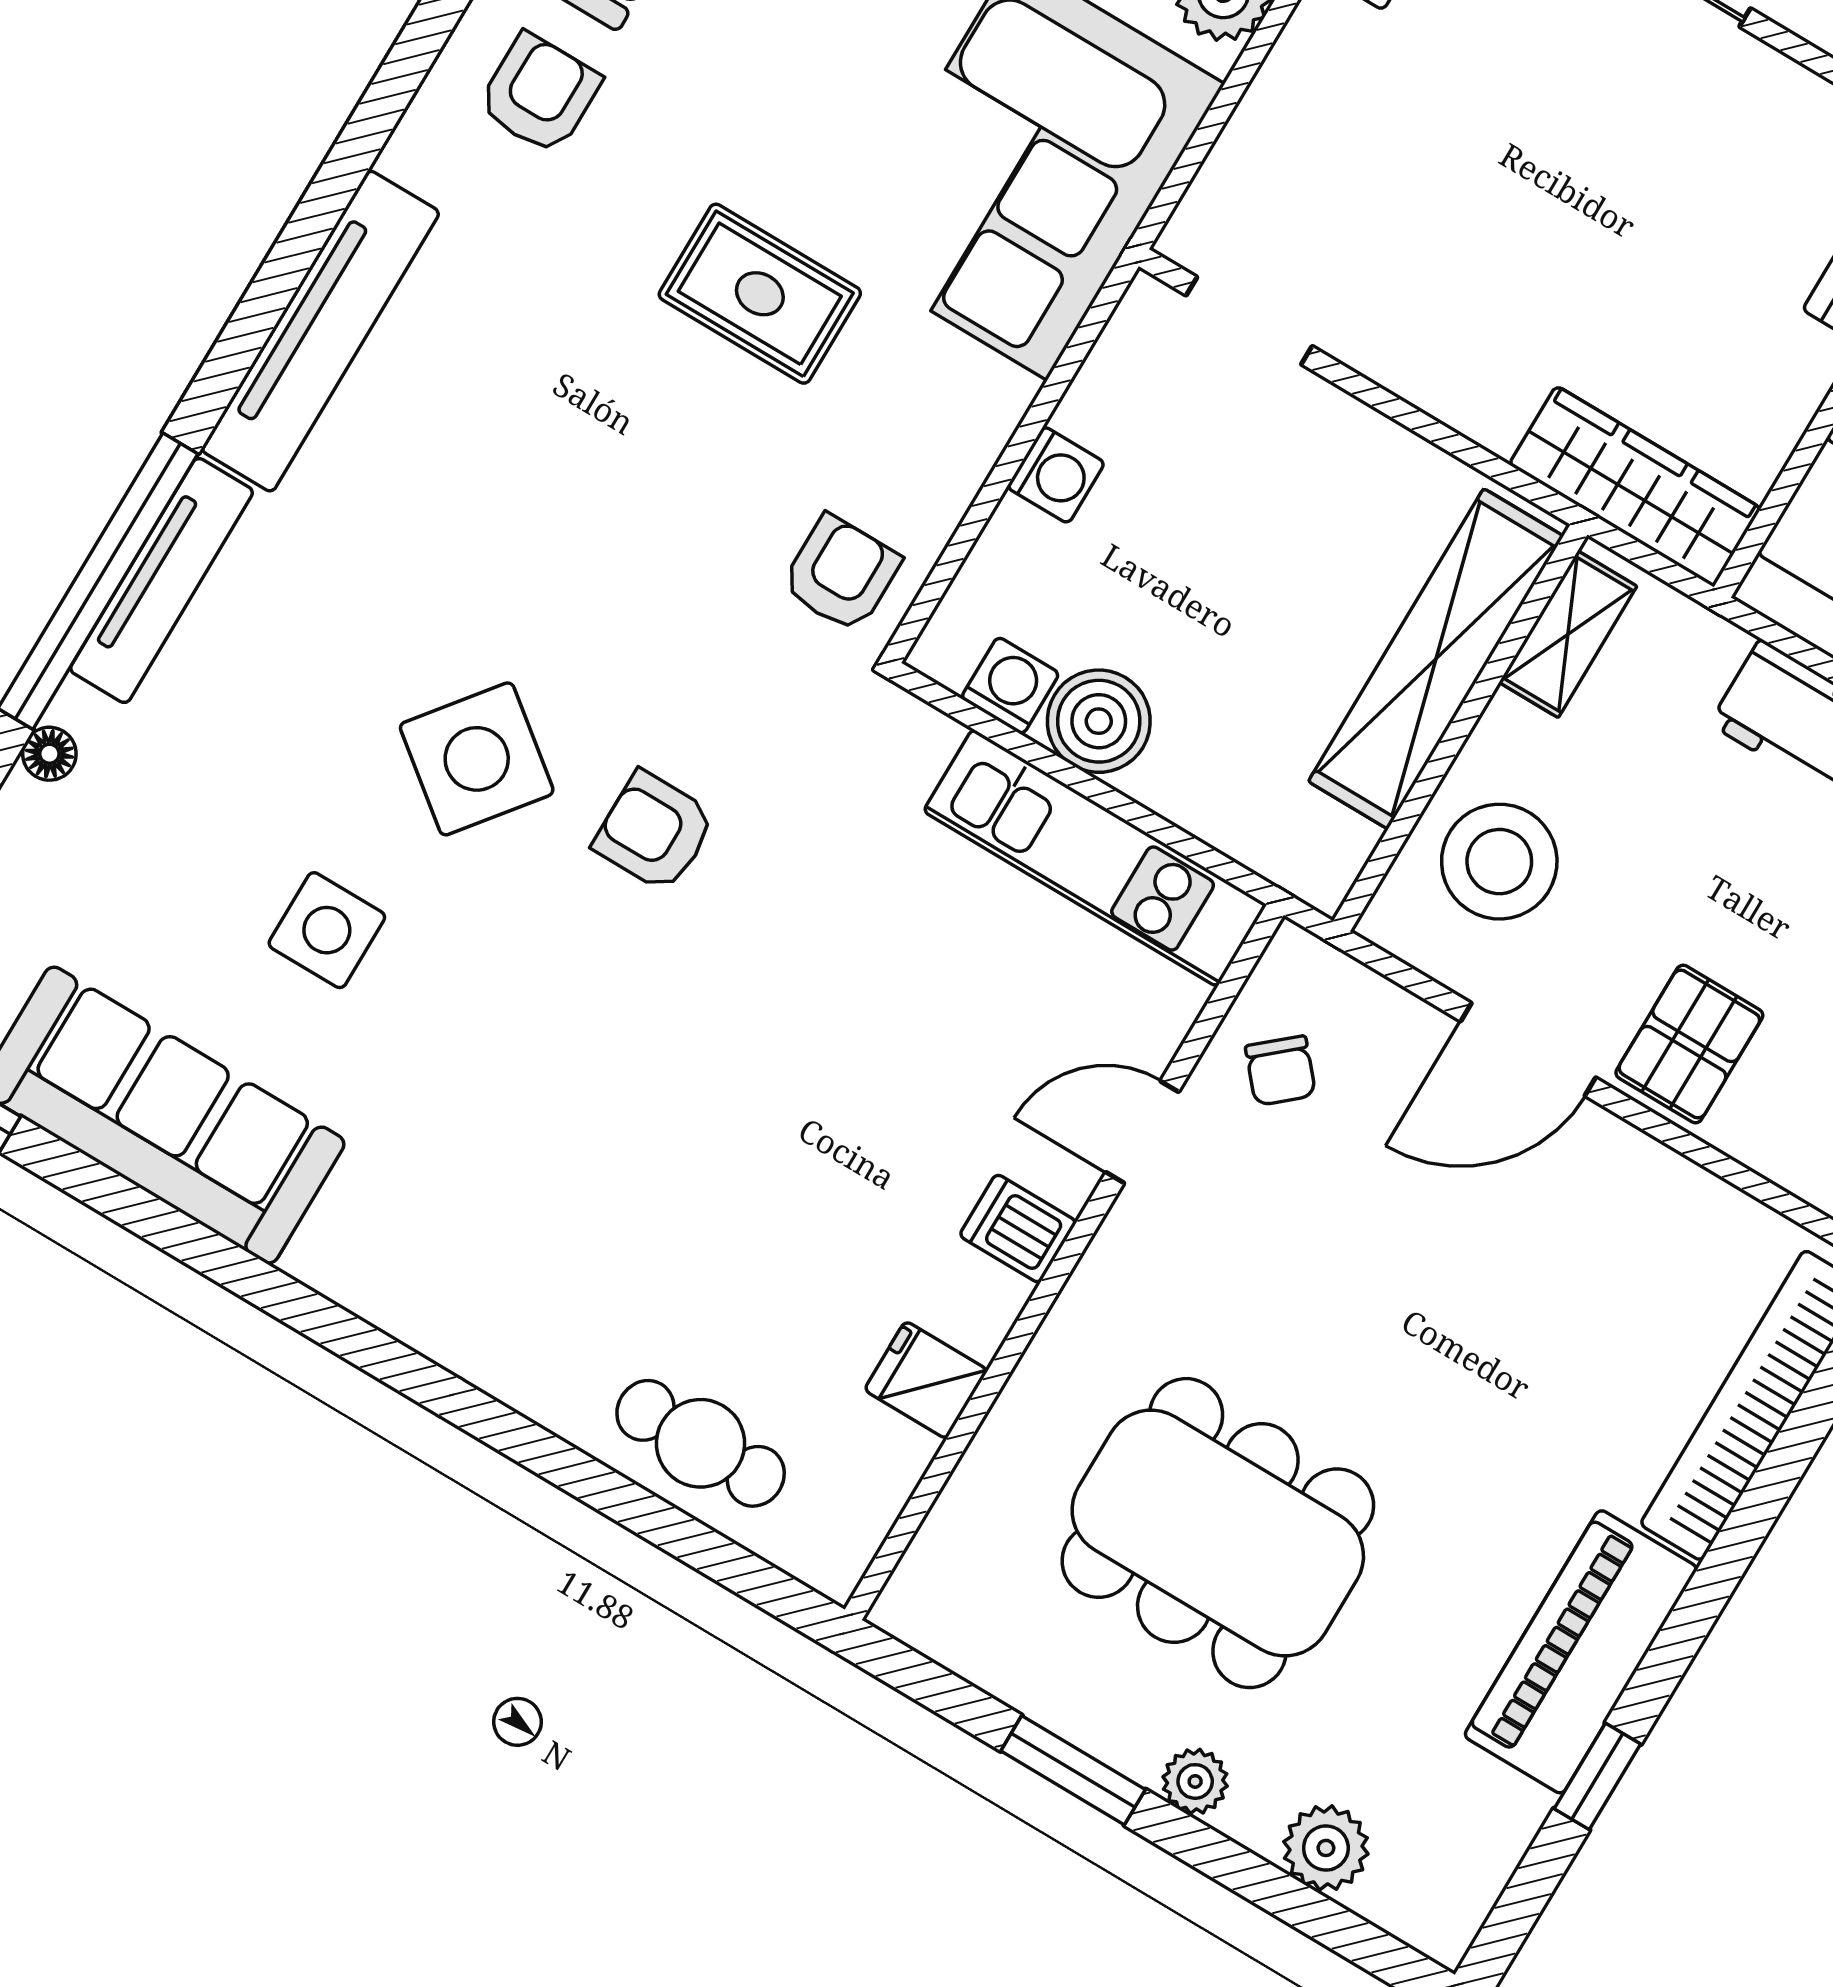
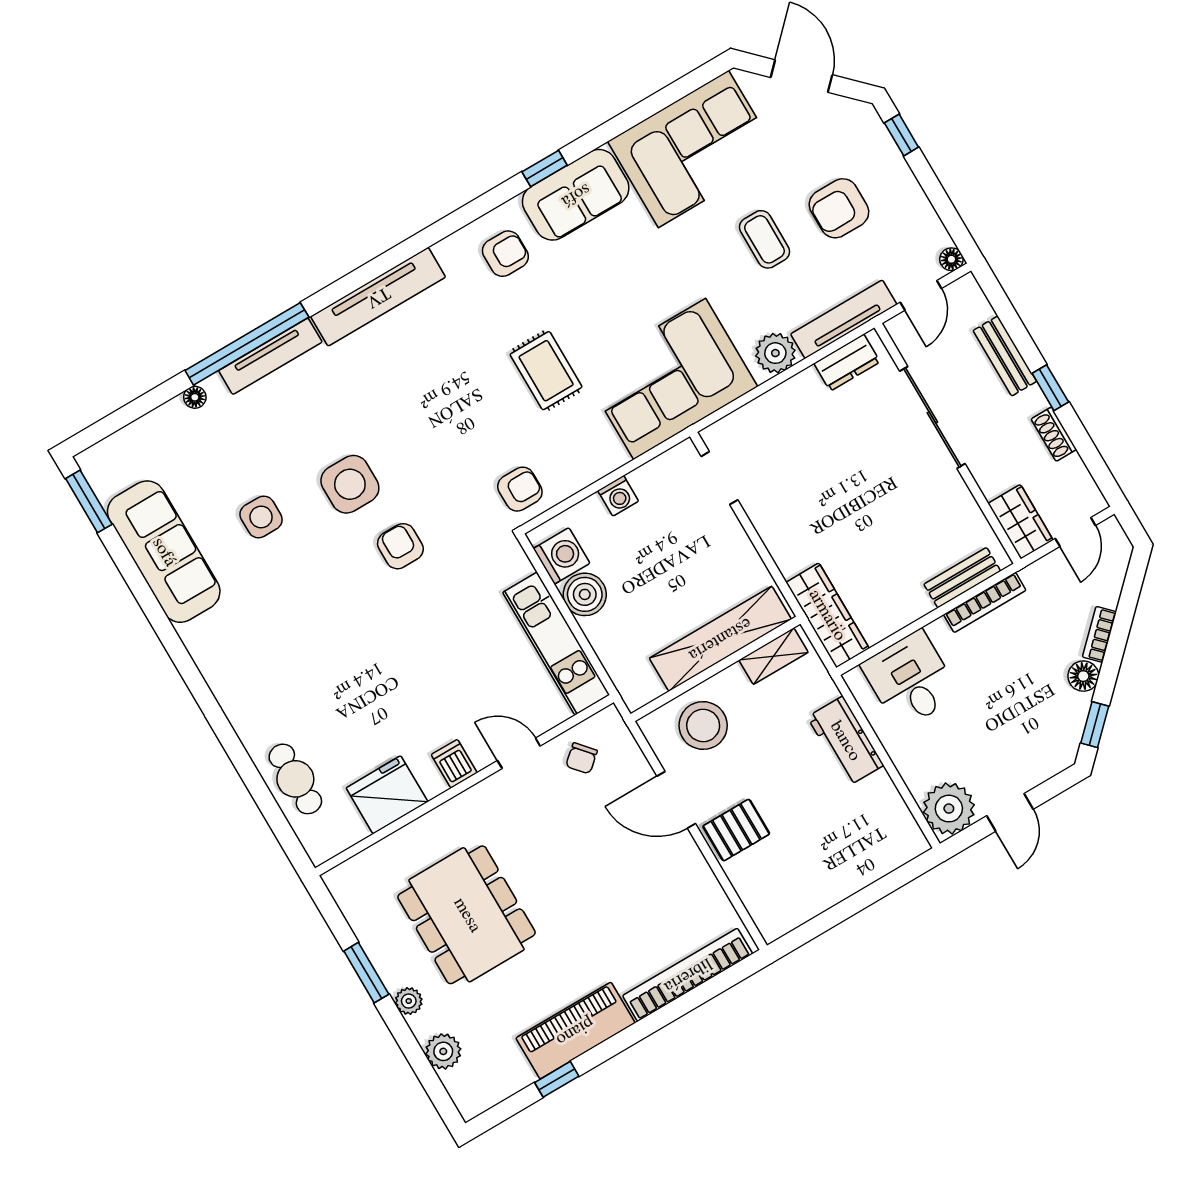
washing machine: (1010, 686) -> (561, 556), width x1.38, depth x1.38
side table: (477, 759) -> (350, 484), turned -38
fridge: (926, 1380) -> (387, 795), width x1.88, depth x1.34

